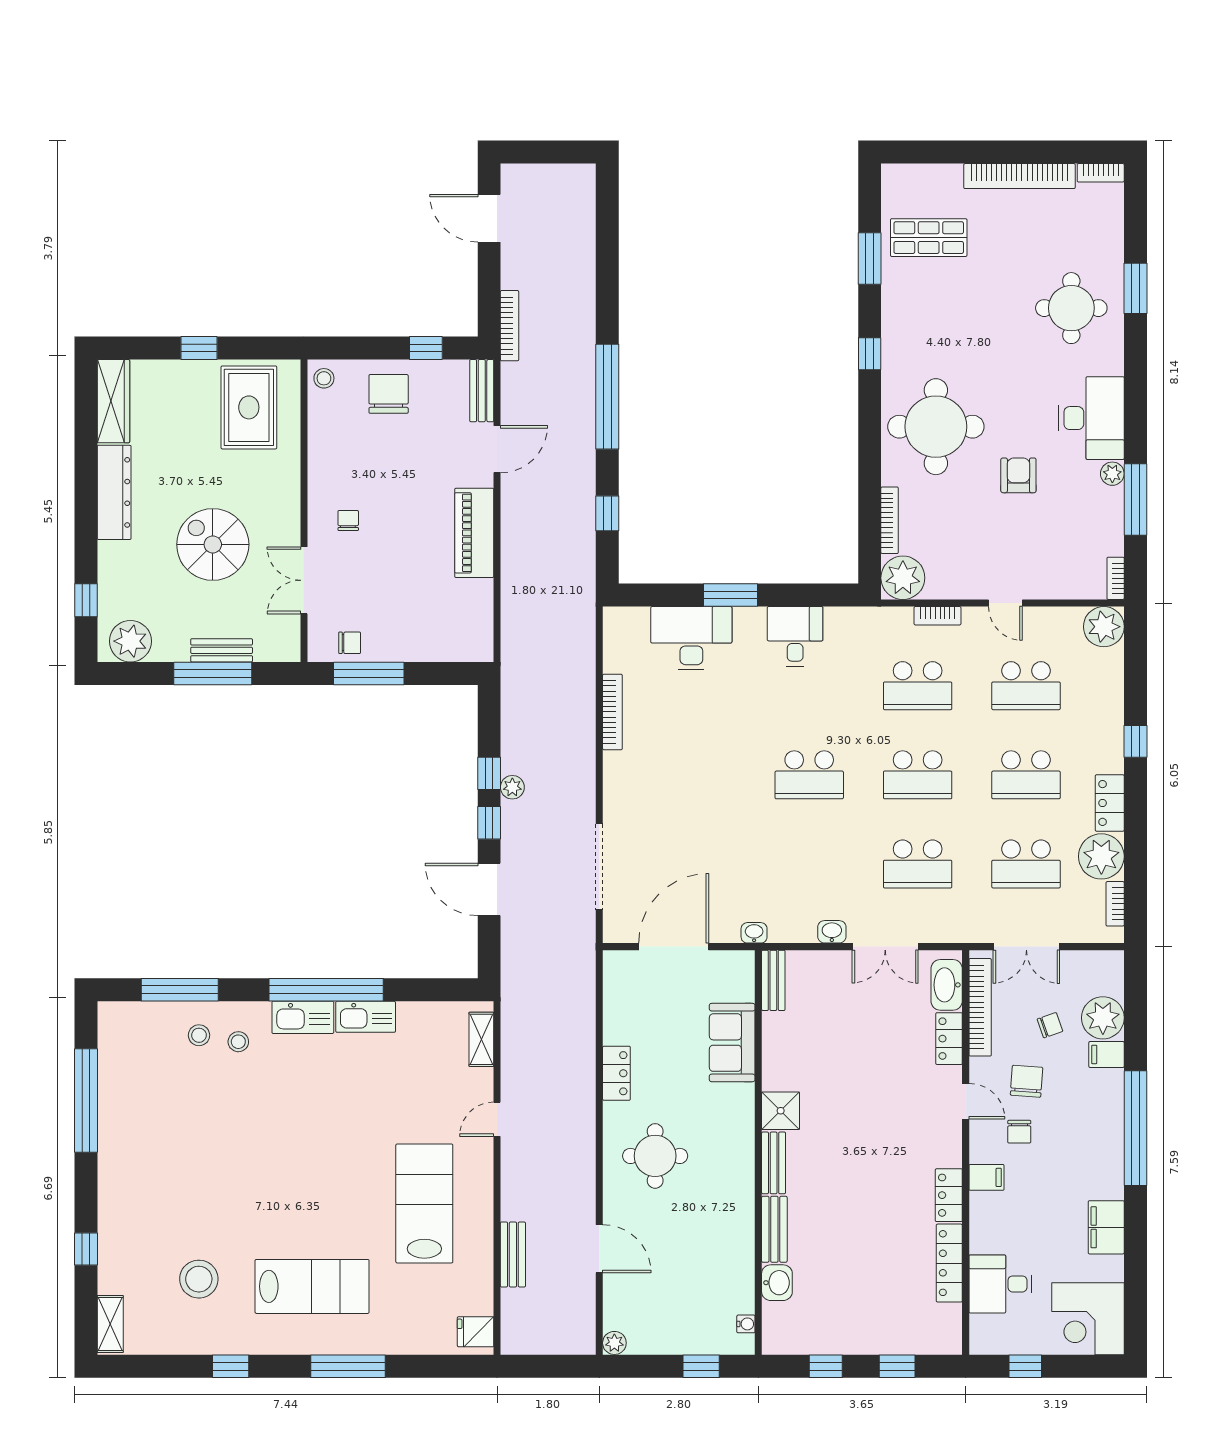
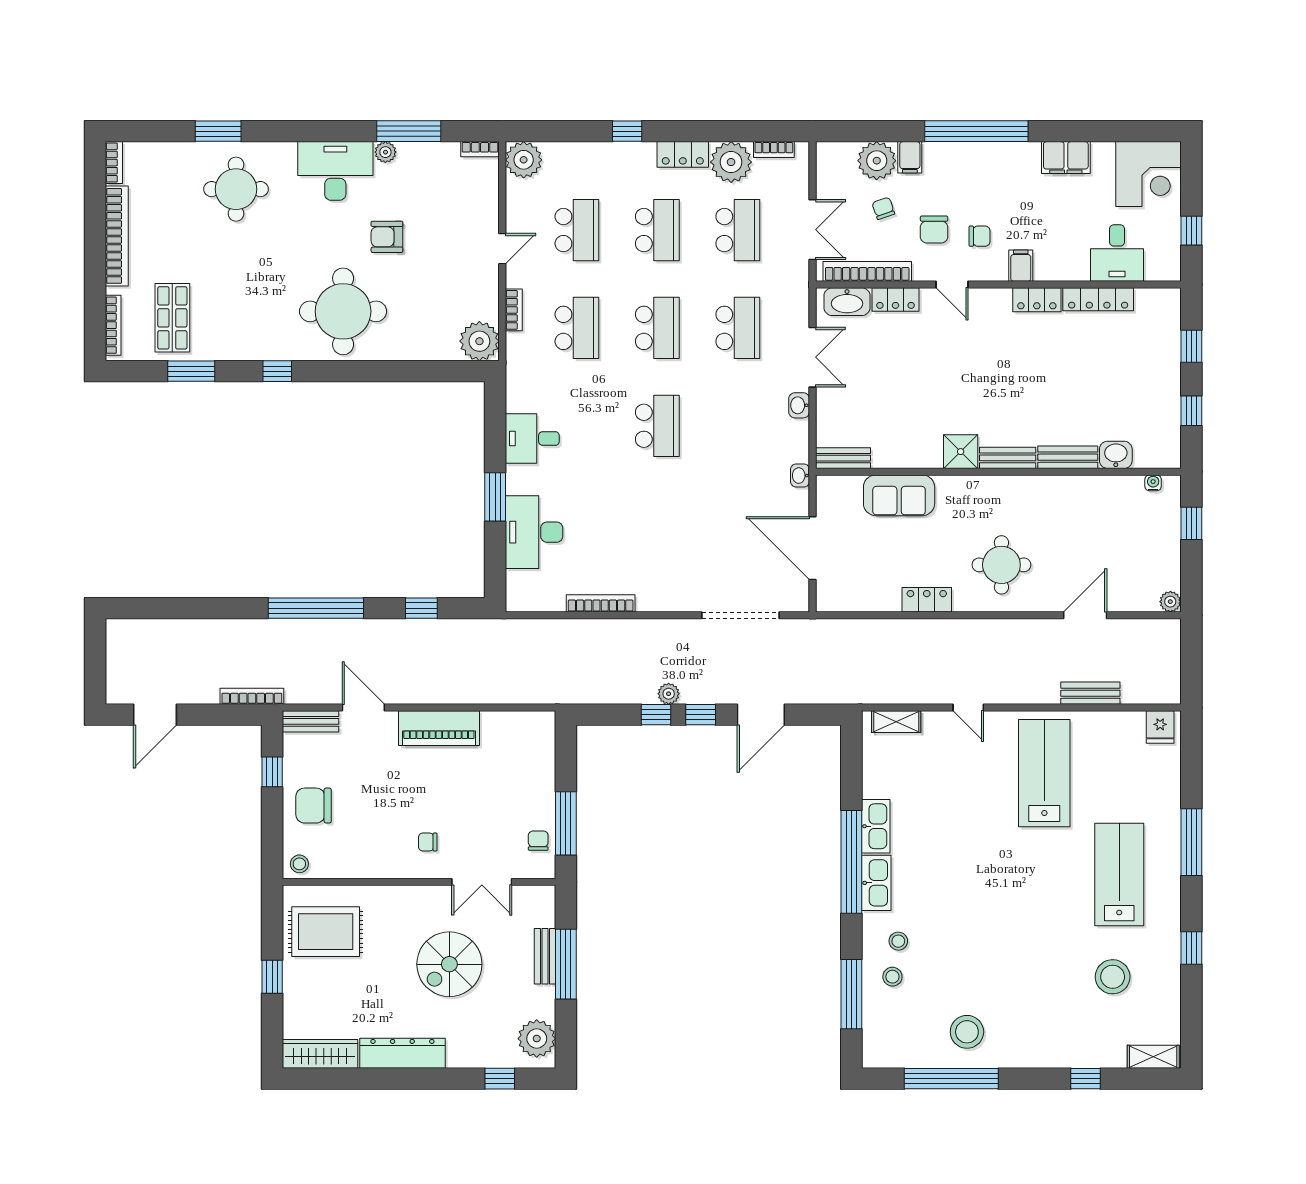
bookcase: (890, 520) -> (113, 325), moved, turned 90
chair: (1027, 1081) -> (934, 230), turned -94
door: (966, 1101) -> (952, 285), swing flipped
stool: (138, 1118) -> (967, 1032), added
lab bench: (424, 1203) -> (1044, 773), turned 90

